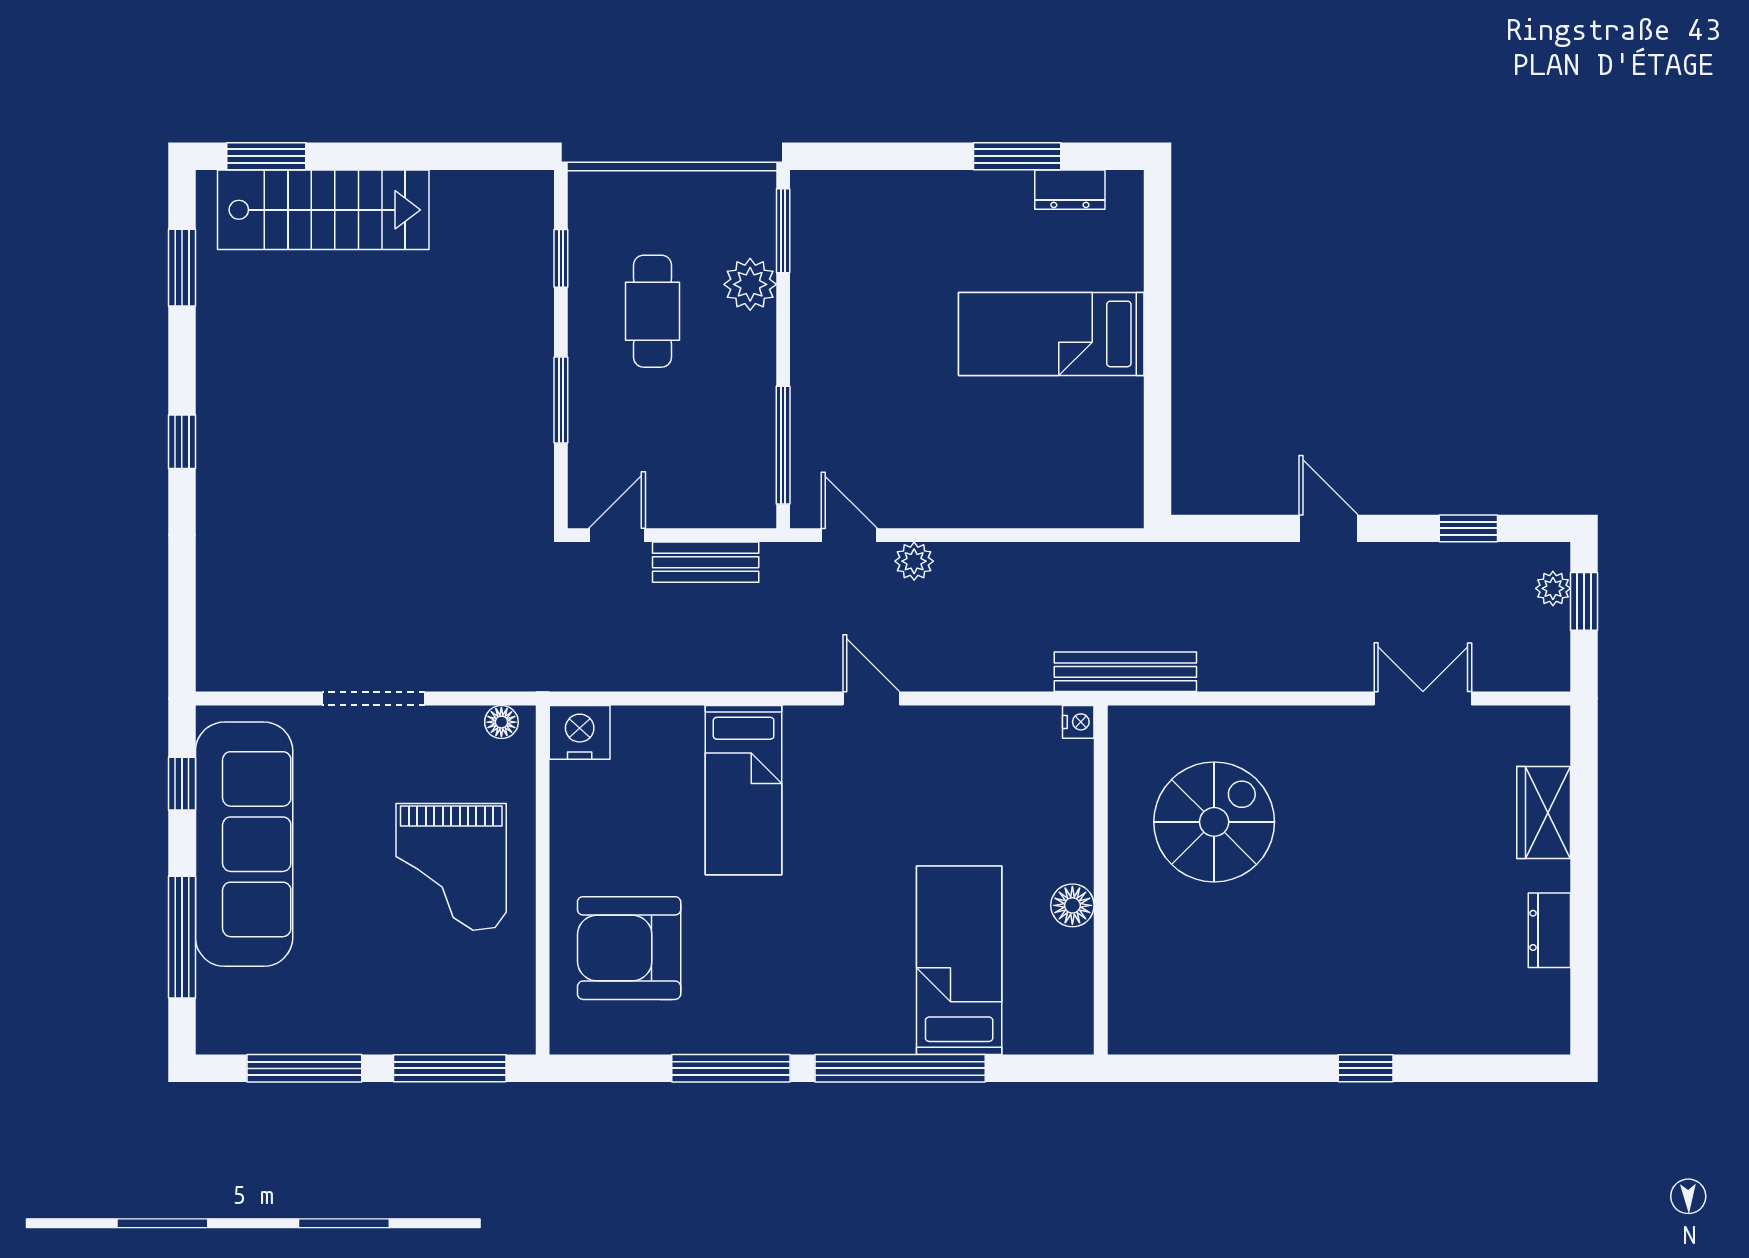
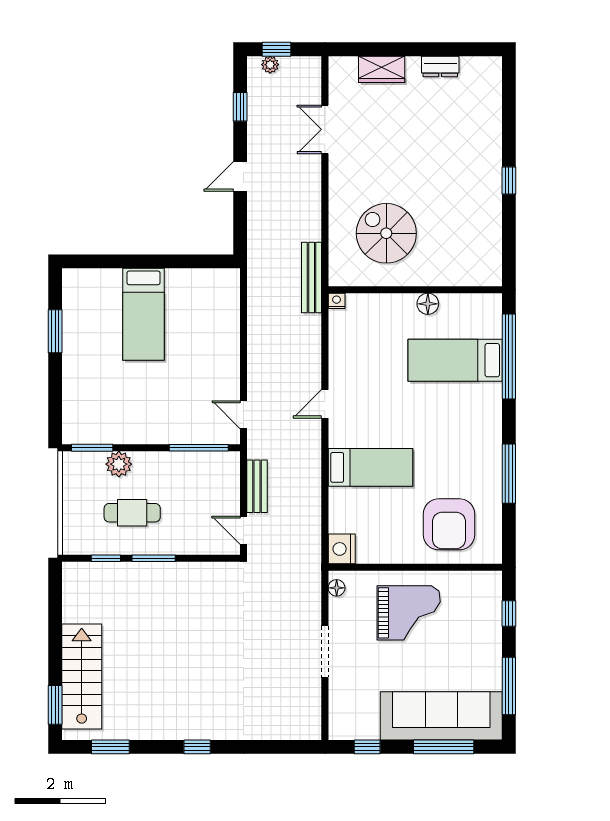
dresser: (1070, 190) -> (72, 305), removed
window: (561, 400) -> (154, 558), moved
door: (849, 535) -> (244, 415), hinge flipped
plant: (914, 561) -> (257, 383), removed
sofa: (244, 844) -> (441, 716), moved
window: (450, 1068) -> (509, 614), width x0.46
window: (900, 1068) -> (509, 357), moved
window: (1366, 1068) -> (509, 181), moved

